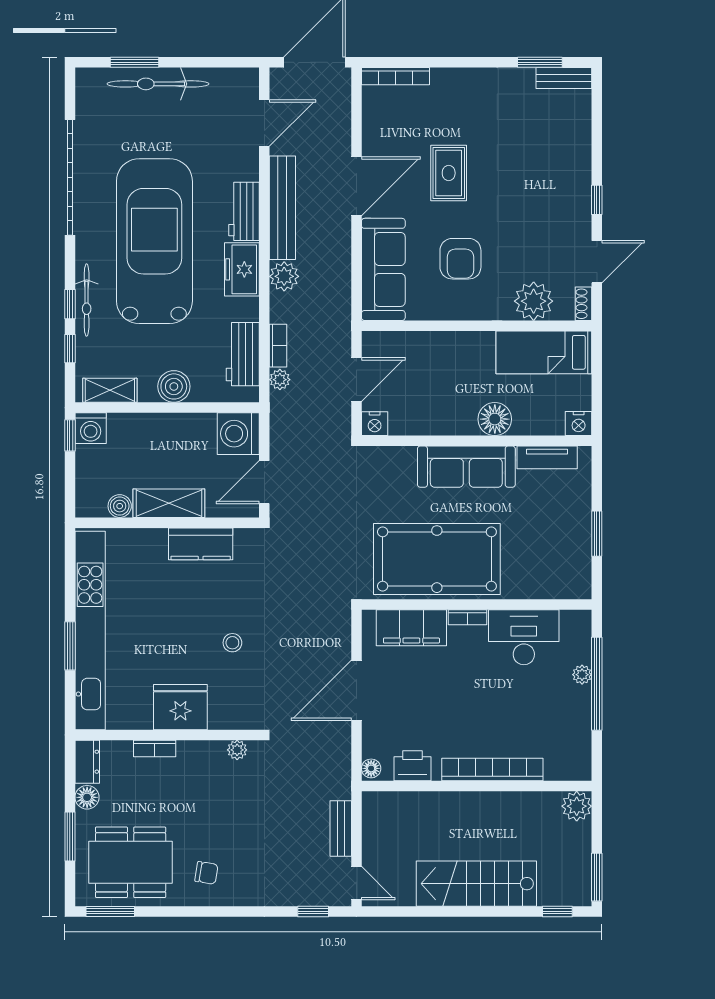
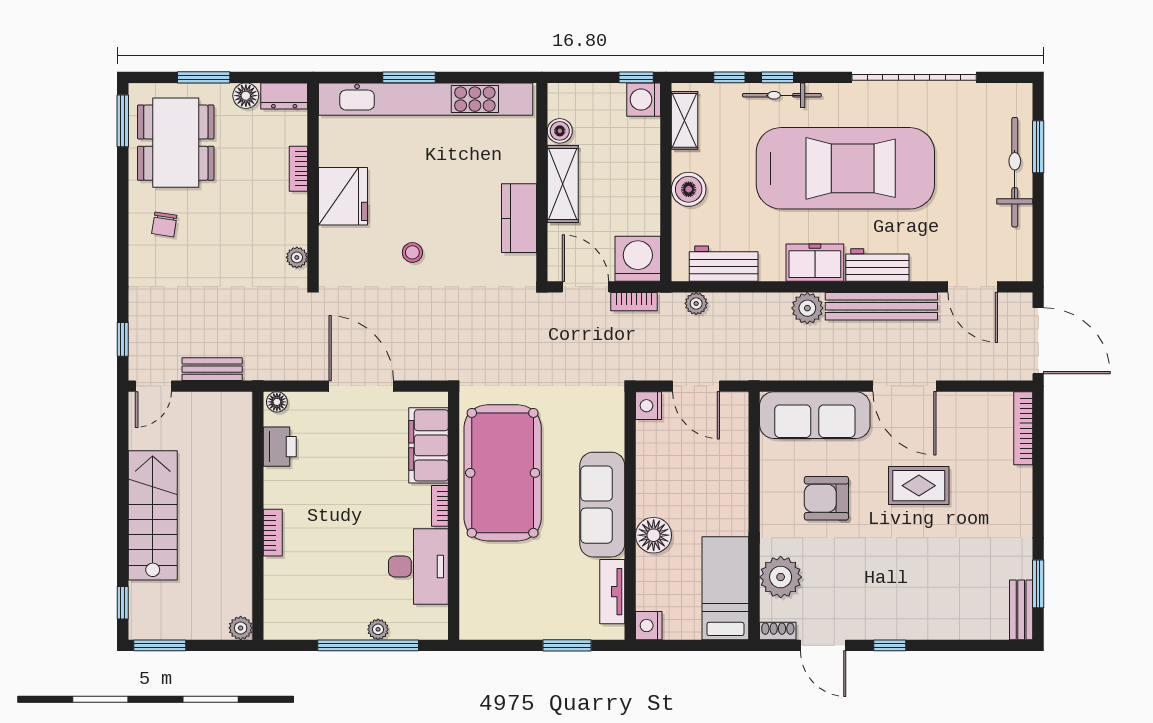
bookcase: (278, 346) -> (634, 302), moved
window: (597, 534) -> (567, 645), moved
bookcase: (492, 770) -> (273, 533), width x0.43, depth x0.76
plant: (577, 806) -> (241, 628), width x0.73, depth x0.73

